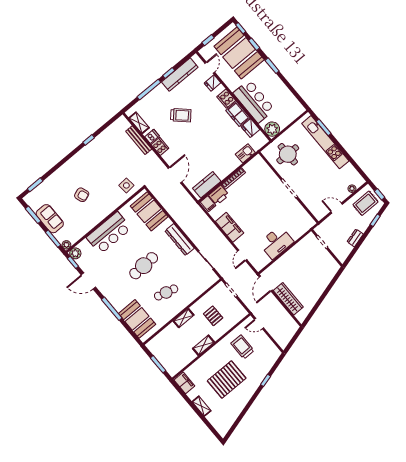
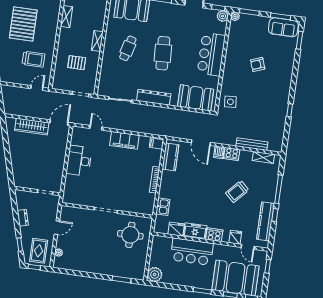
plant: (272, 129) -> (155, 274), moved
dishwasher: (152, 136) -> (219, 152), moved
kitchen unit: (325, 142) -> (110, 269), removed
printer: (219, 195) -> (154, 157), removed
sofa: (50, 219) -> (283, 27), moved
door: (266, 284) -> (59, 123), hinge flipped
shelving: (203, 345) -> (66, 17), moved

